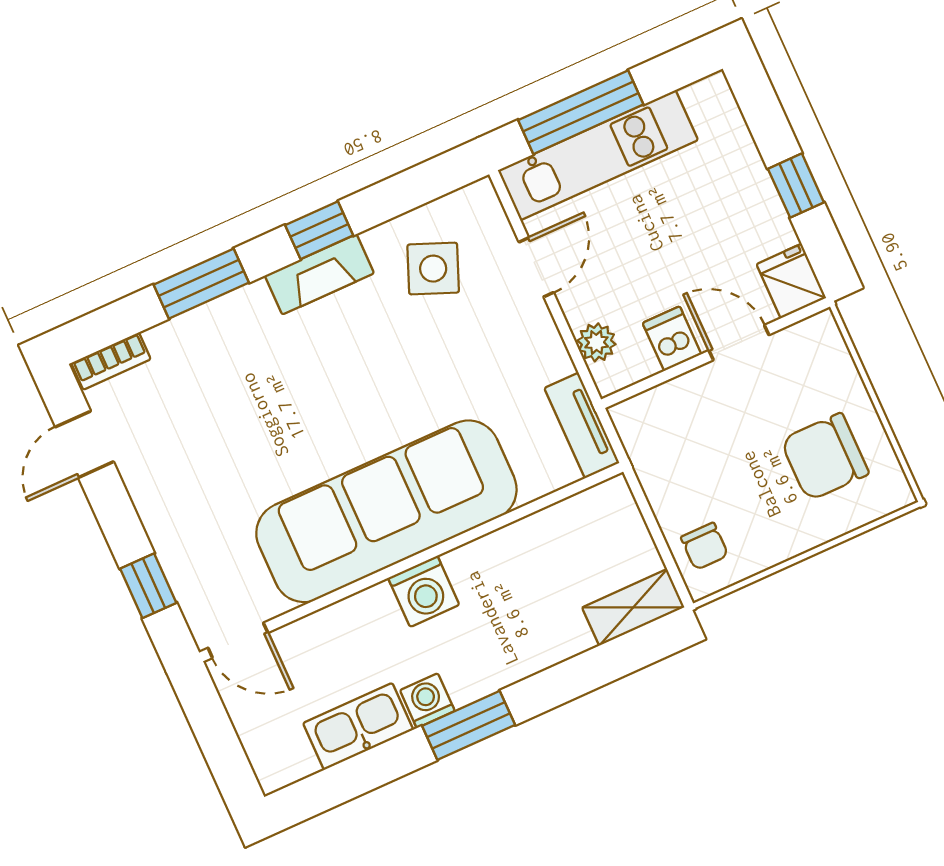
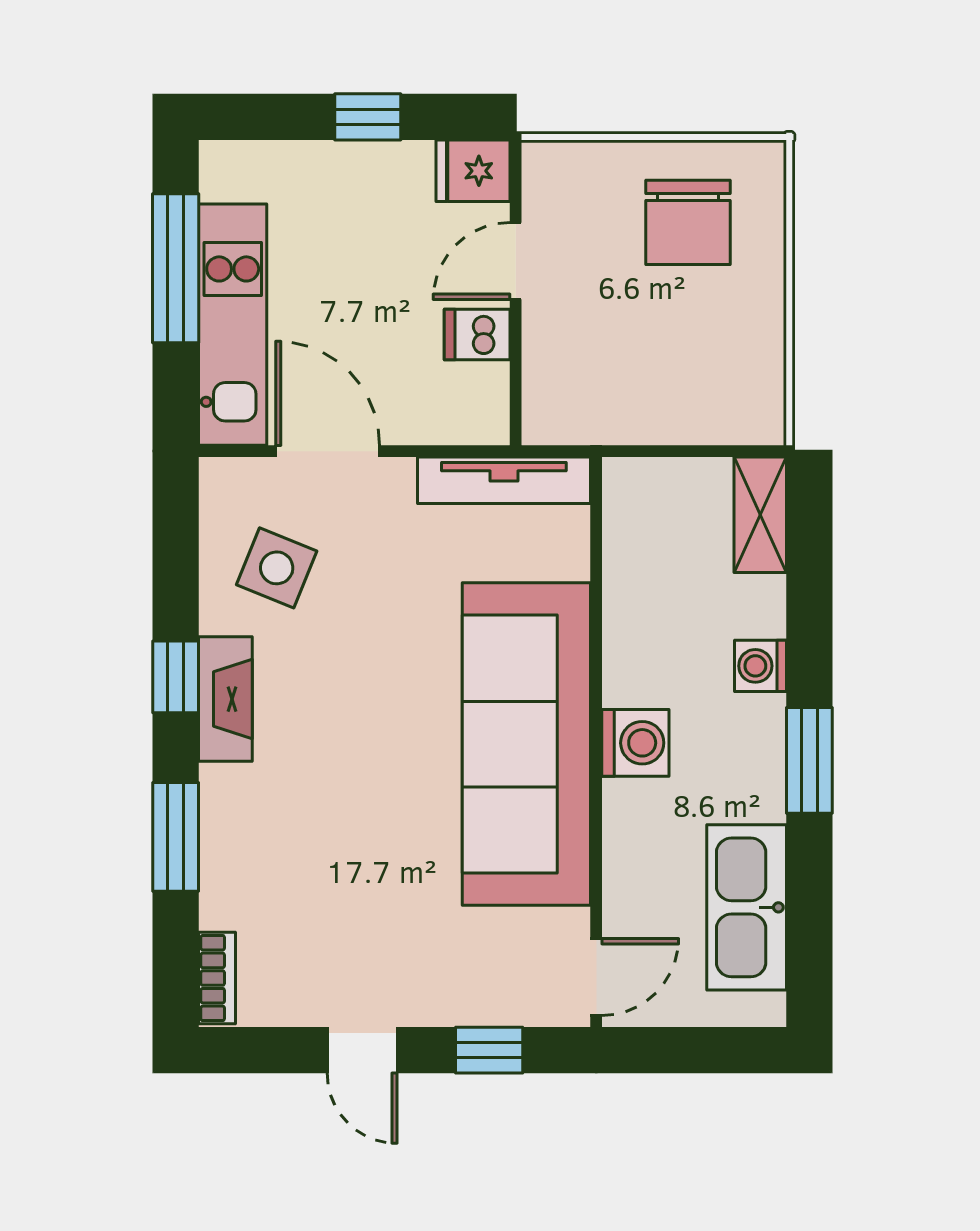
window: (581, 112) -> (176, 268), moved
door: (536, 267) -> (328, 451), width x1.38
plant: (596, 342) -> (443, 421), removed
tv unit: (582, 425) -> (504, 480), width x1.41
door: (84, 444) -> (362, 1050), moved
chair: (705, 546) -> (728, 403), removed
washing machine: (427, 701) -> (761, 666), moved
kitchen sink: (358, 726) -> (747, 907), width x1.36, depth x1.24

